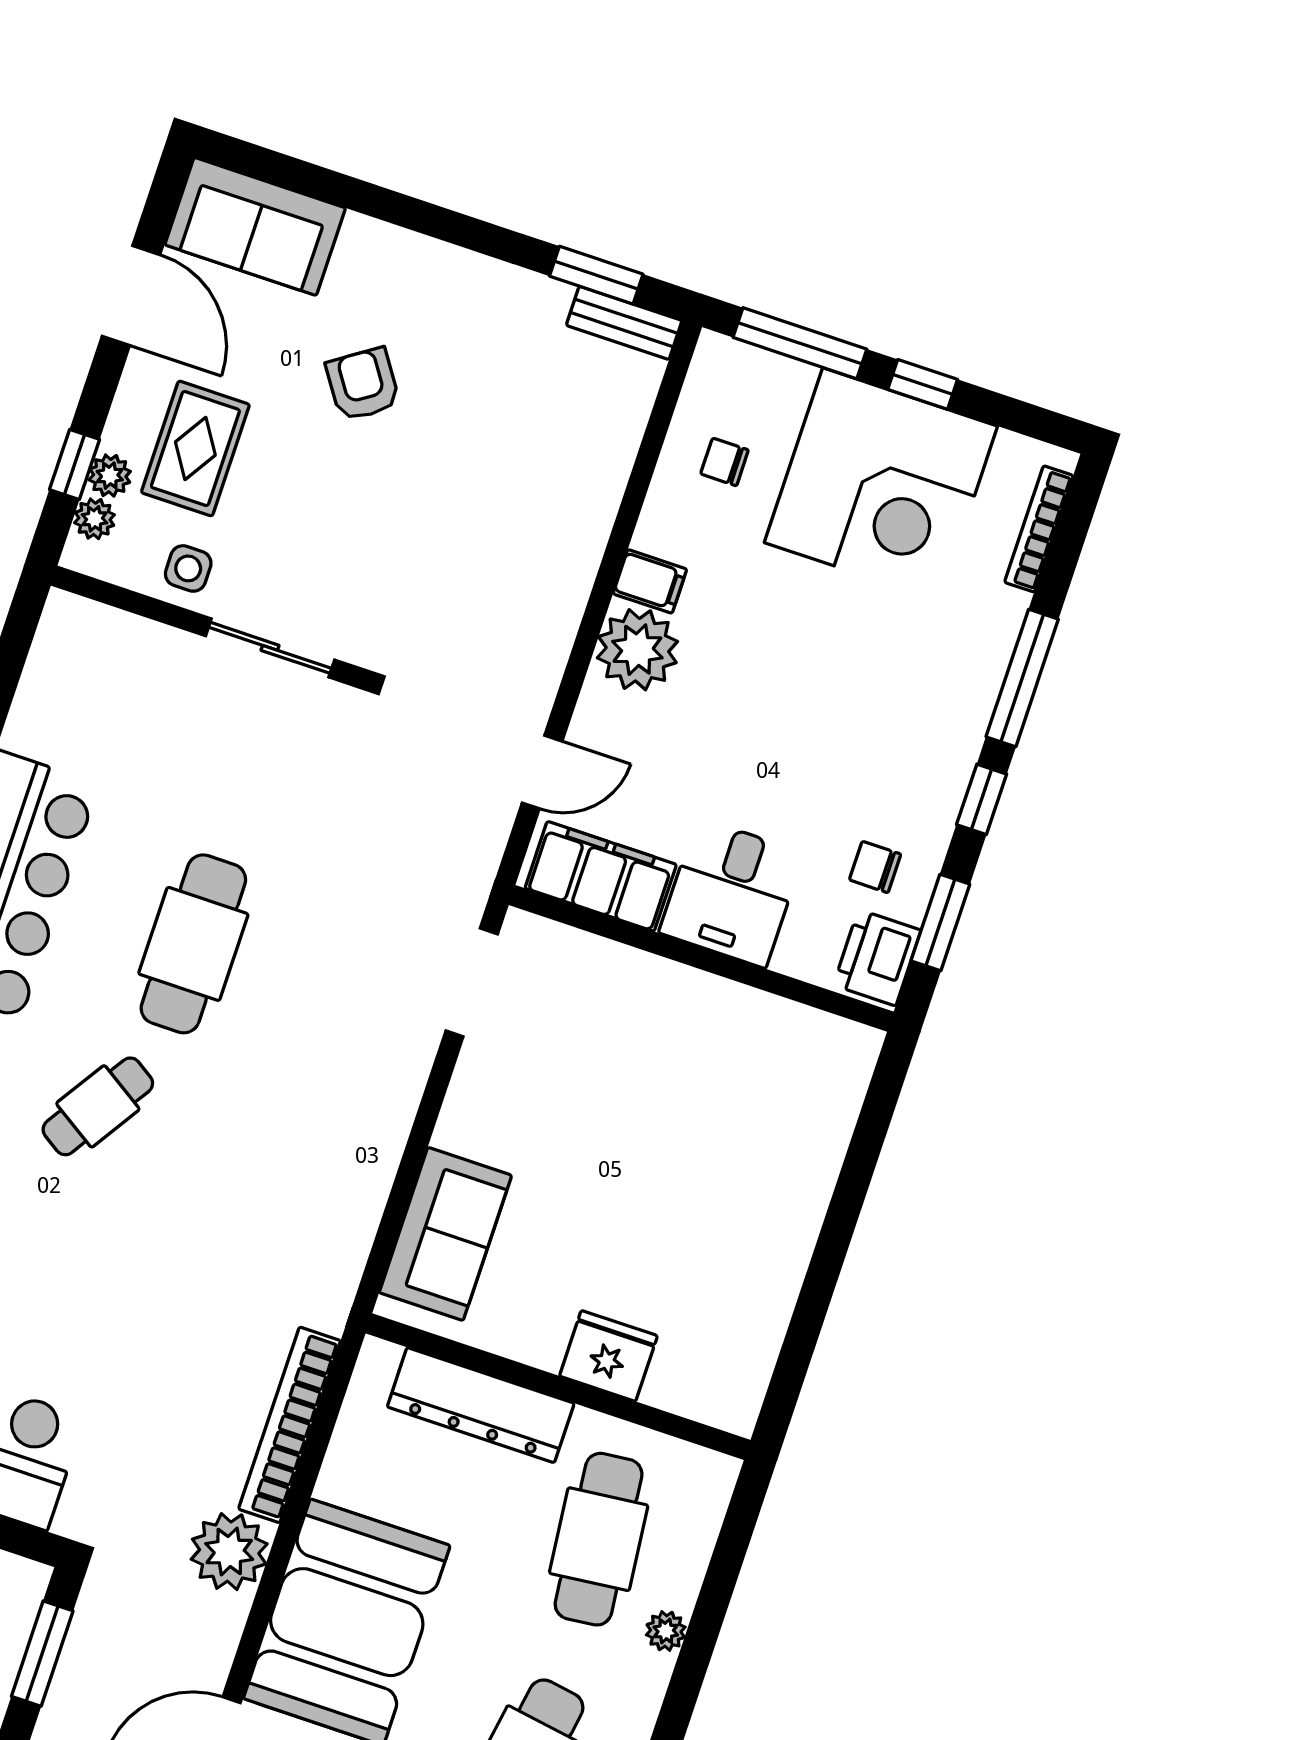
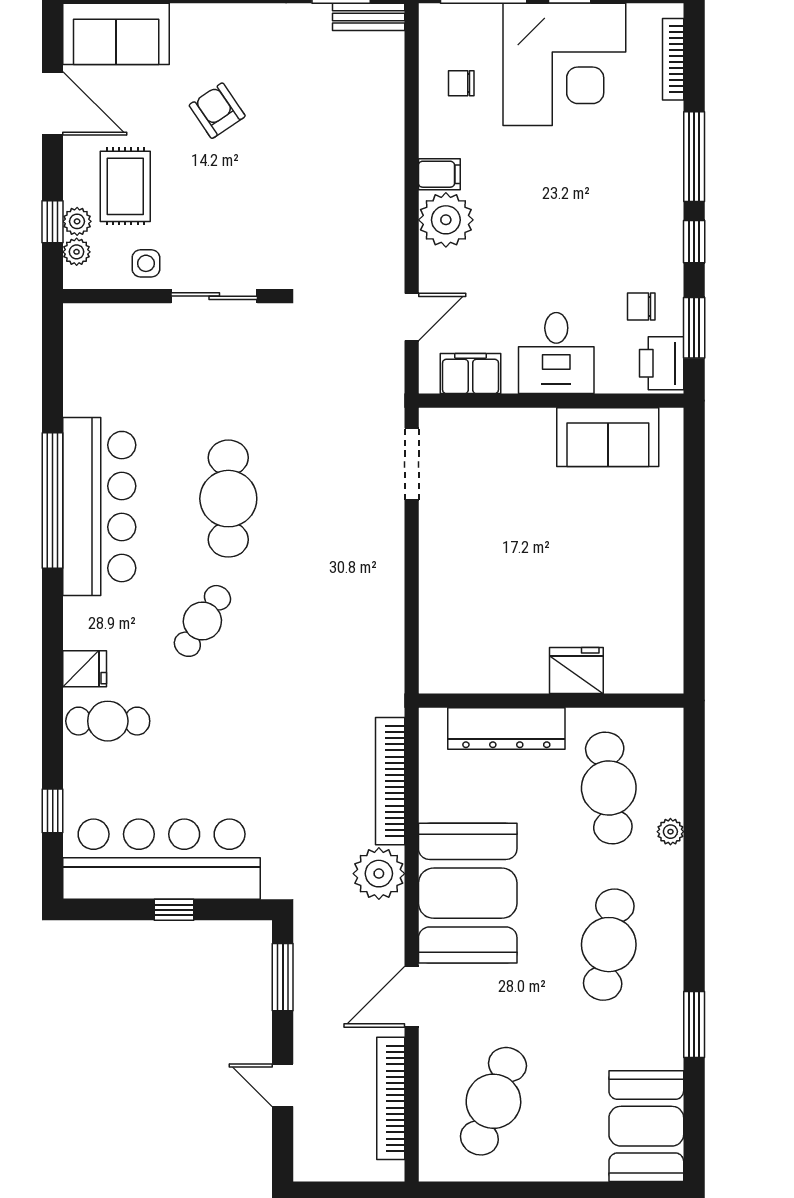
filing cabinet: (601, 876) -> (470, 374), width x0.67, depth x0.86
sofa: (445, 1234) -> (608, 437), moved, turned 90

